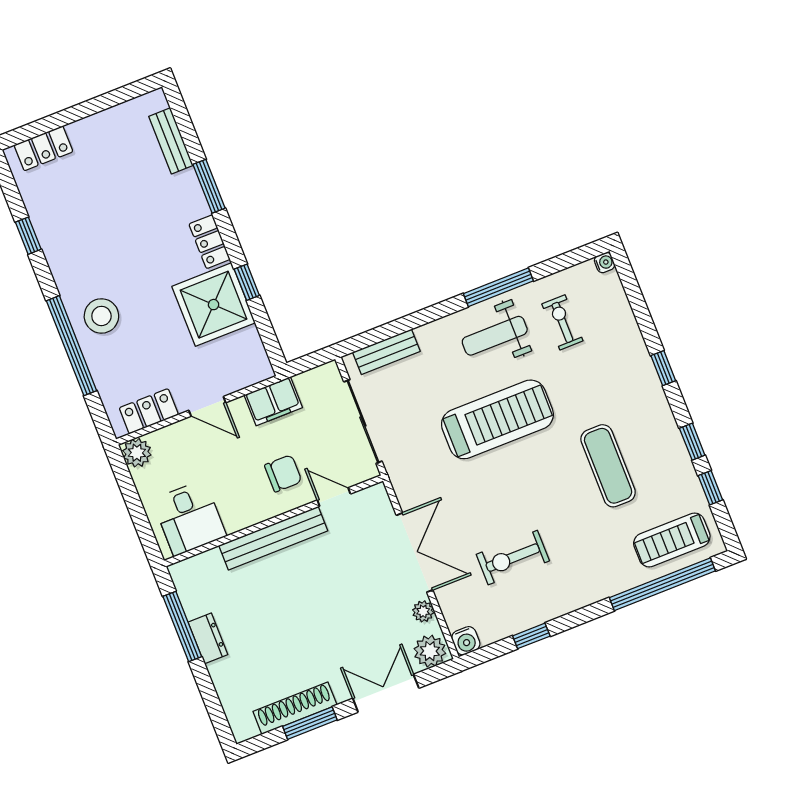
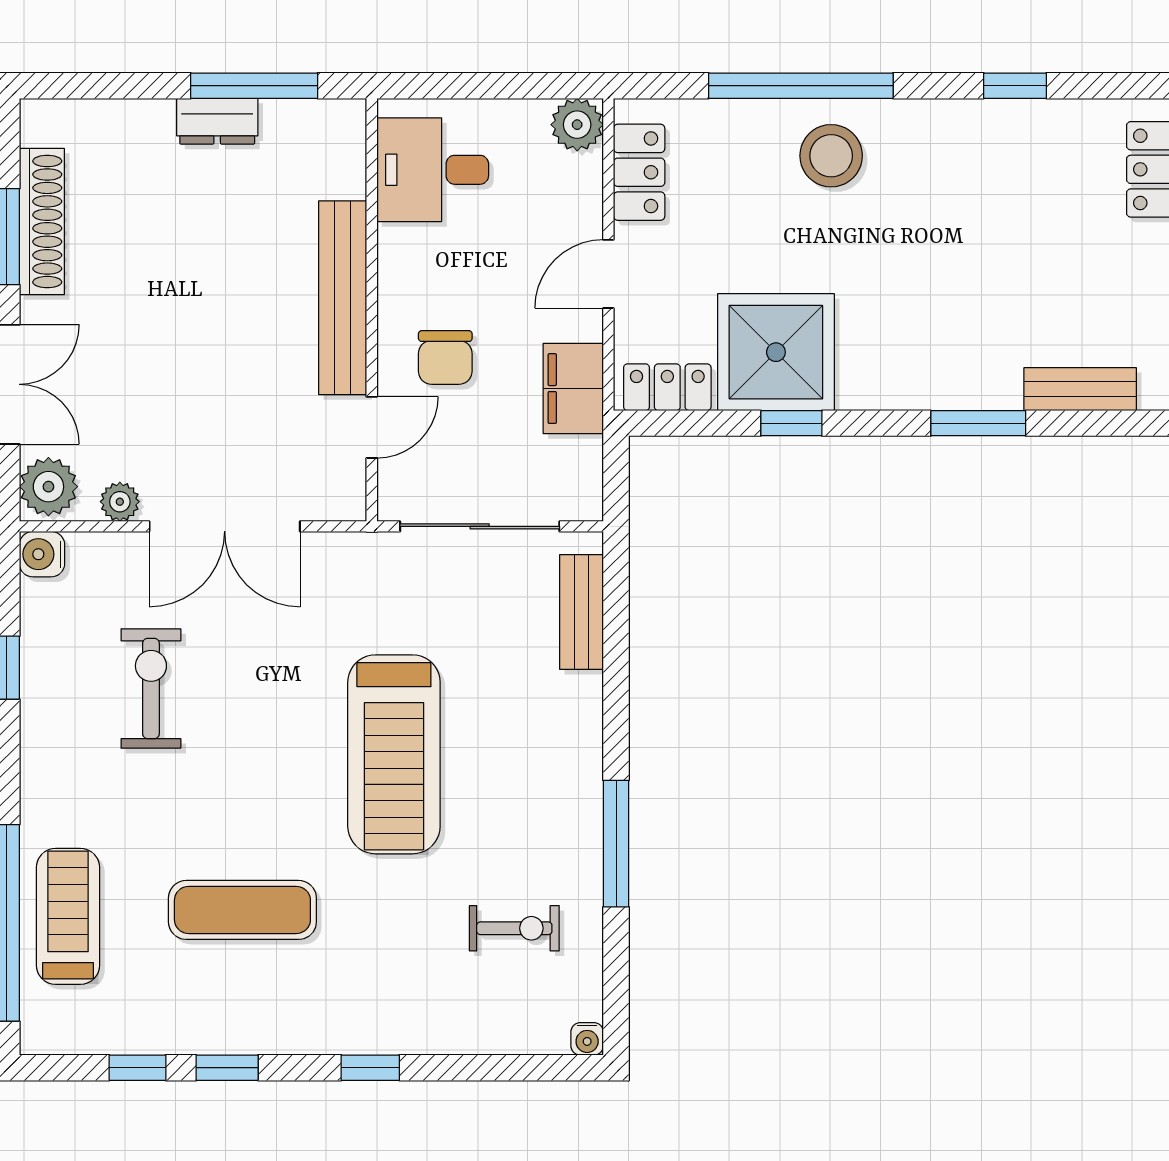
locker: (210, 242) -> (667, 387), moved
weight bench: (495, 336) -> (537, 805), removed
treadmill: (672, 540) -> (68, 916), moved

